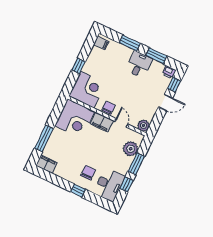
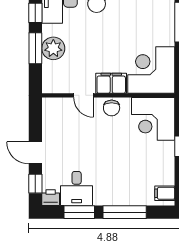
window: (130, 43) -> (125, 212), width x1.44
desk: (139, 64) -> (77, 188), moved
door: (165, 103) -> (35, 153), hinge flipped
plant: (143, 126) -> (51, 106), removed
plant: (131, 149) -> (53, 48), moved

